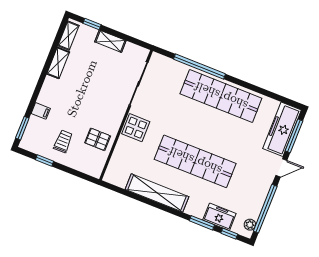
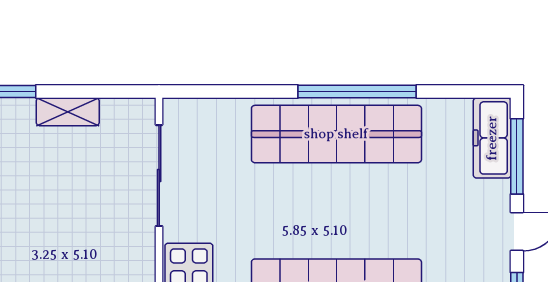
window: (199, 67) -> (357, 92), moved
freezer: (282, 129) -> (492, 138), width x0.73, depth x0.79

